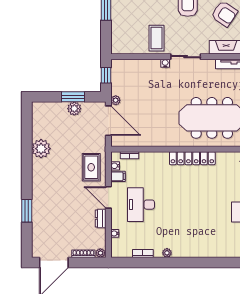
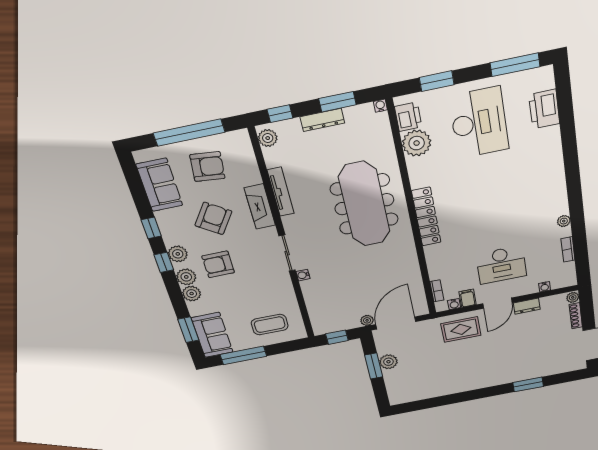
coffee table: (157, 38) -> (270, 325), moved
plant: (41, 149) -> (447, 385), removed

